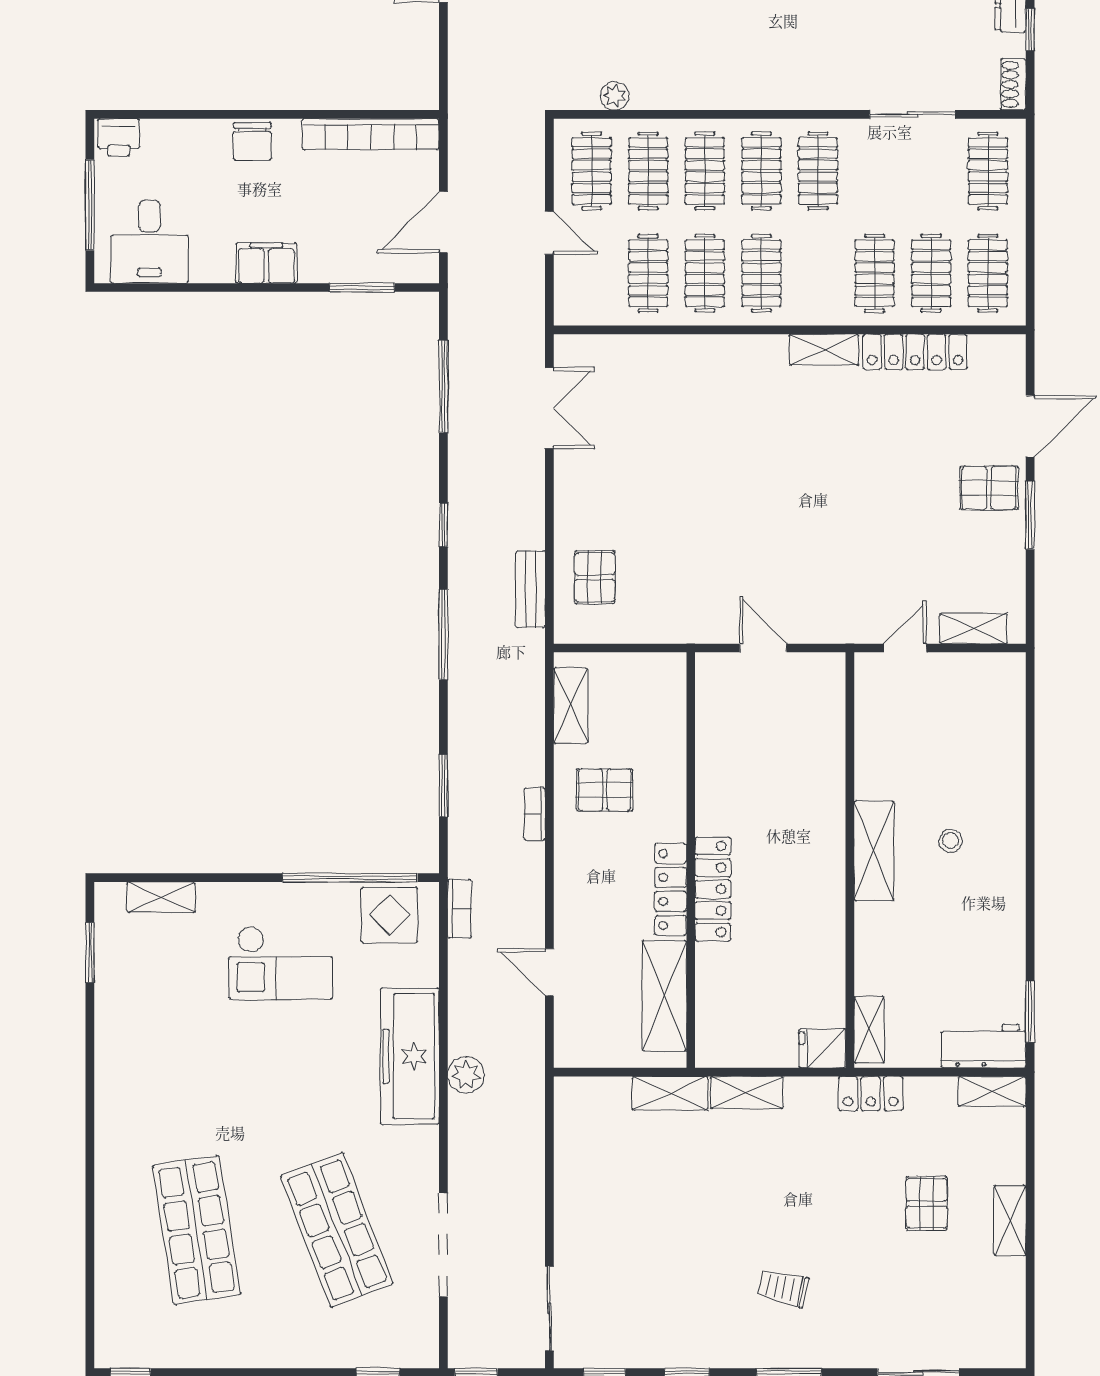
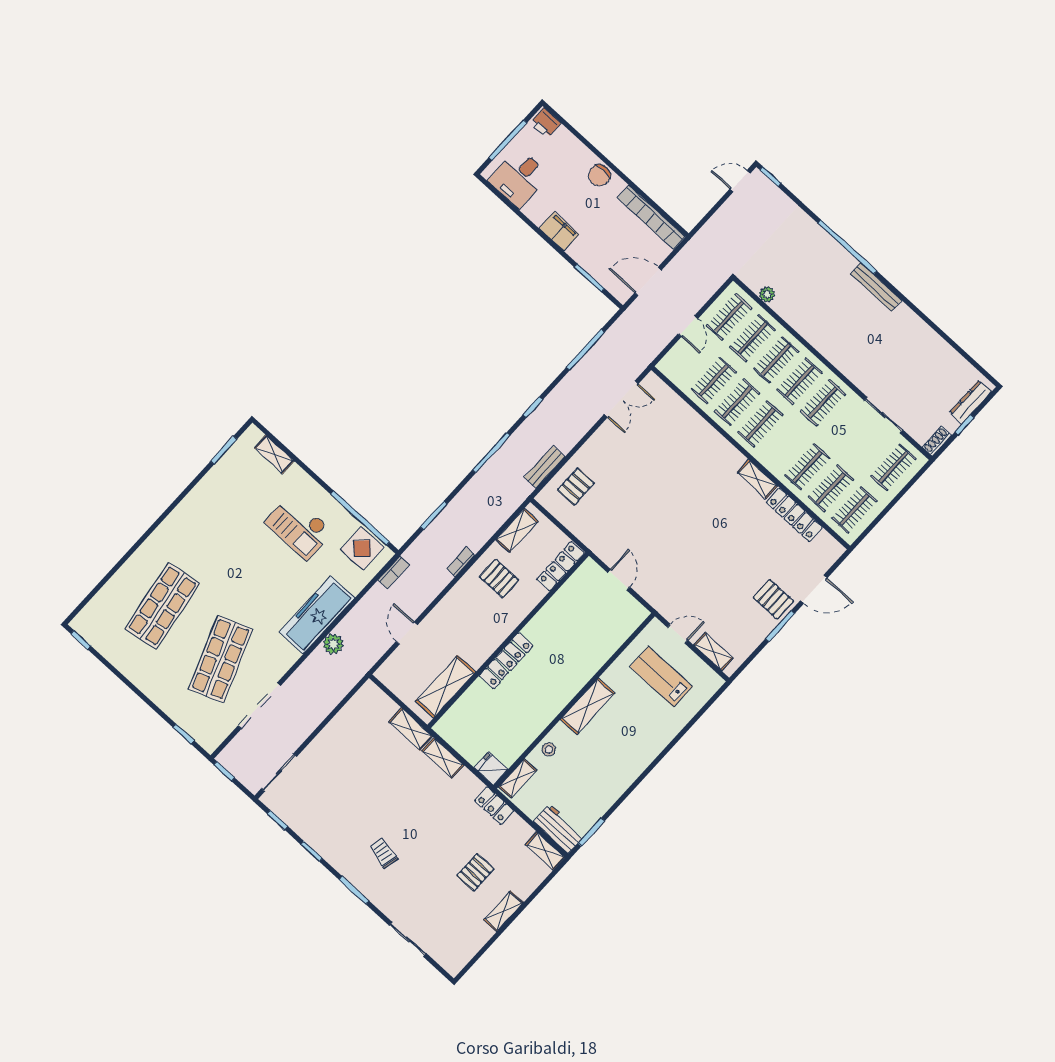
lab bench: (935, 724) -> (661, 677), added
stool: (951, 841) -> (549, 749), moved
locker: (671, 889) -> (560, 566), moved

